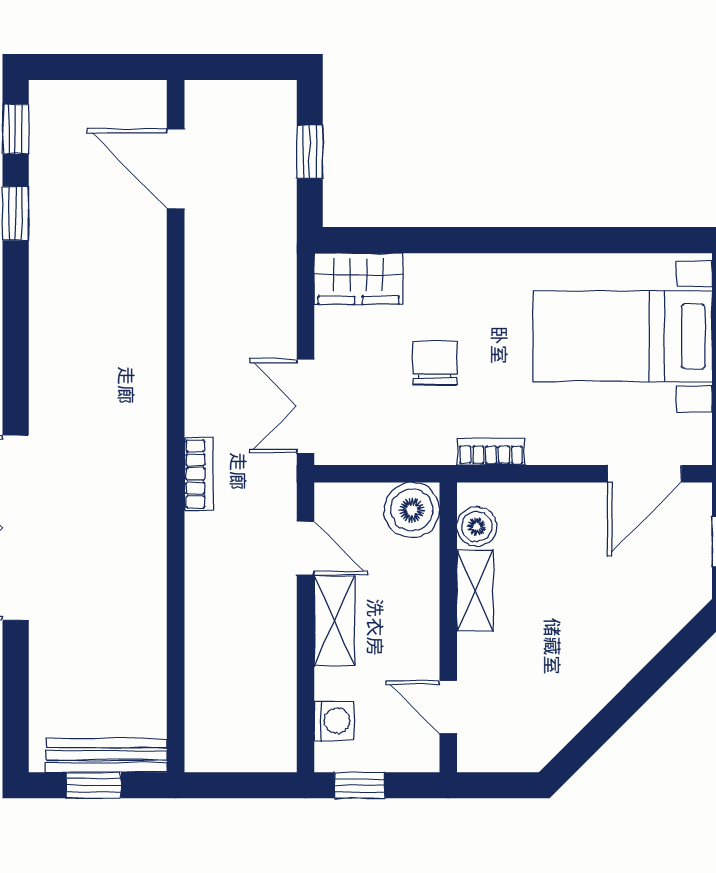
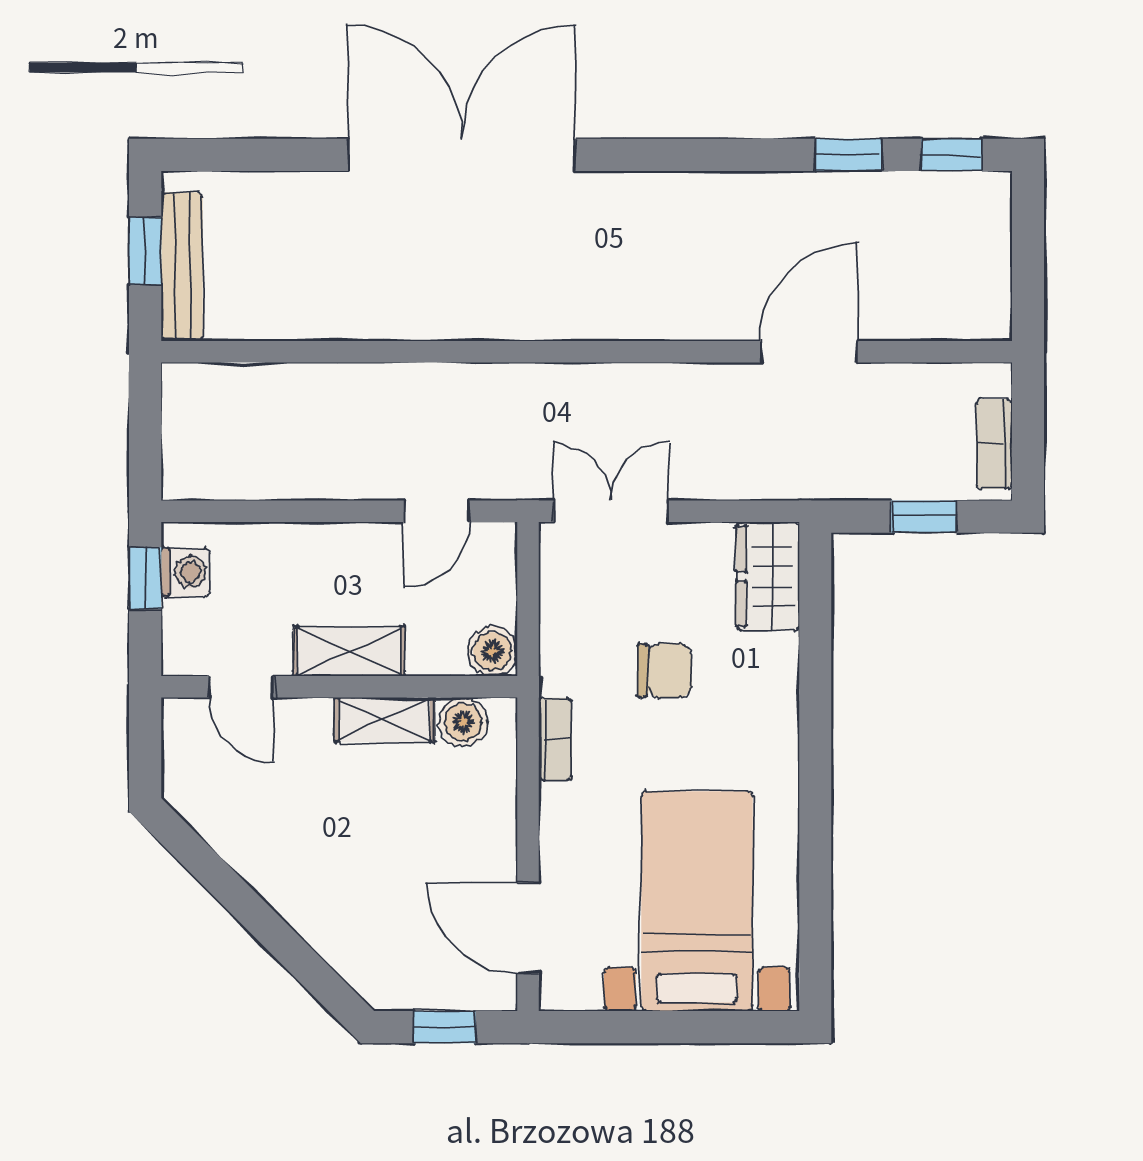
door: (176, 169) -> (809, 352), moved
bookcase: (199, 474) -> (994, 444), moved, turned 90
boiler: (412, 510) -> (492, 651), width x0.73, depth x0.73
shelving: (334, 621) -> (349, 651), moved
door: (448, 707) -> (241, 687), swing flipped
washing machine: (334, 721) -> (185, 572), moved, turned -90

